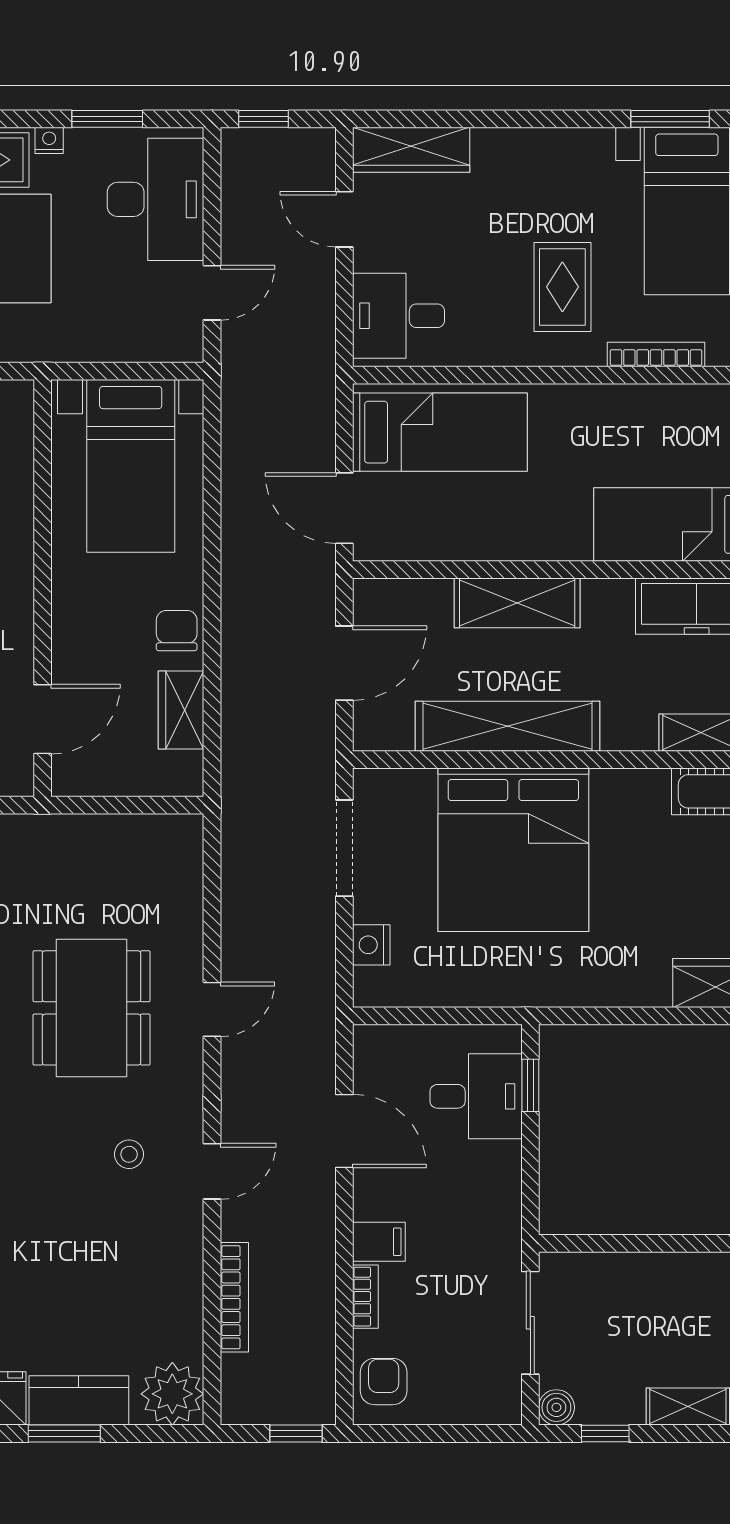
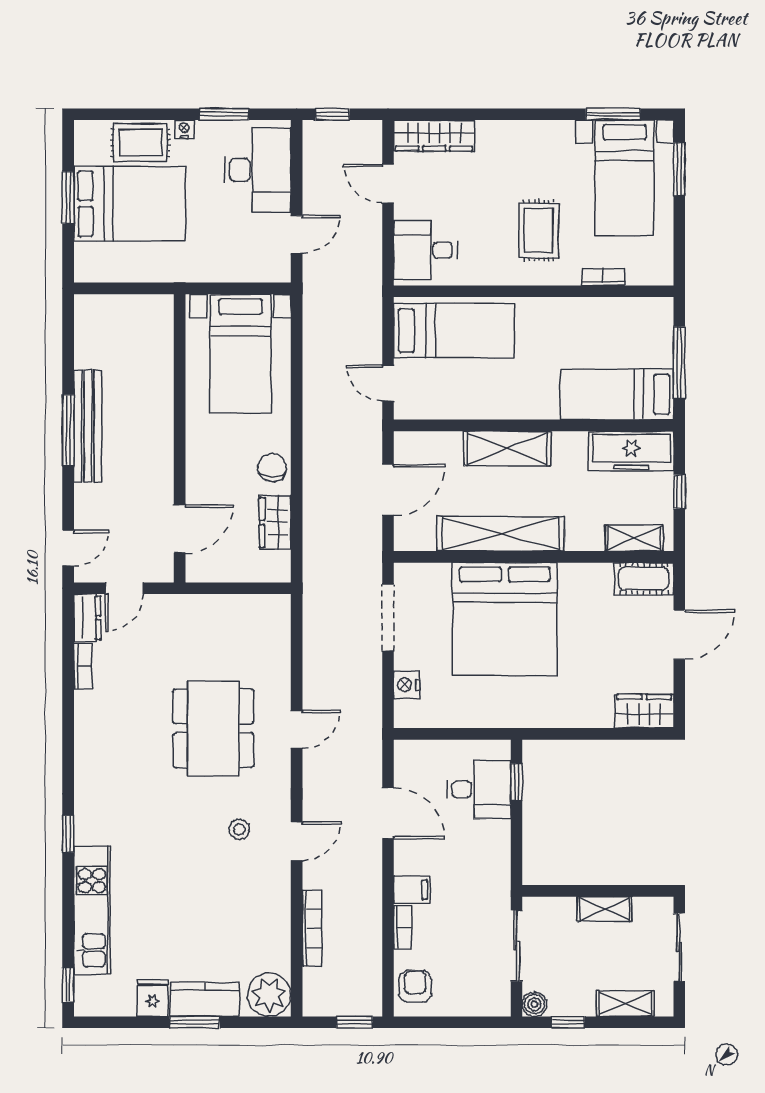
bookcase: (656, 355) -> (603, 277), width x0.64
door: (344, 508) -> (388, 383), width x0.73
shelving: (658, 1269) -> (605, 909), added

